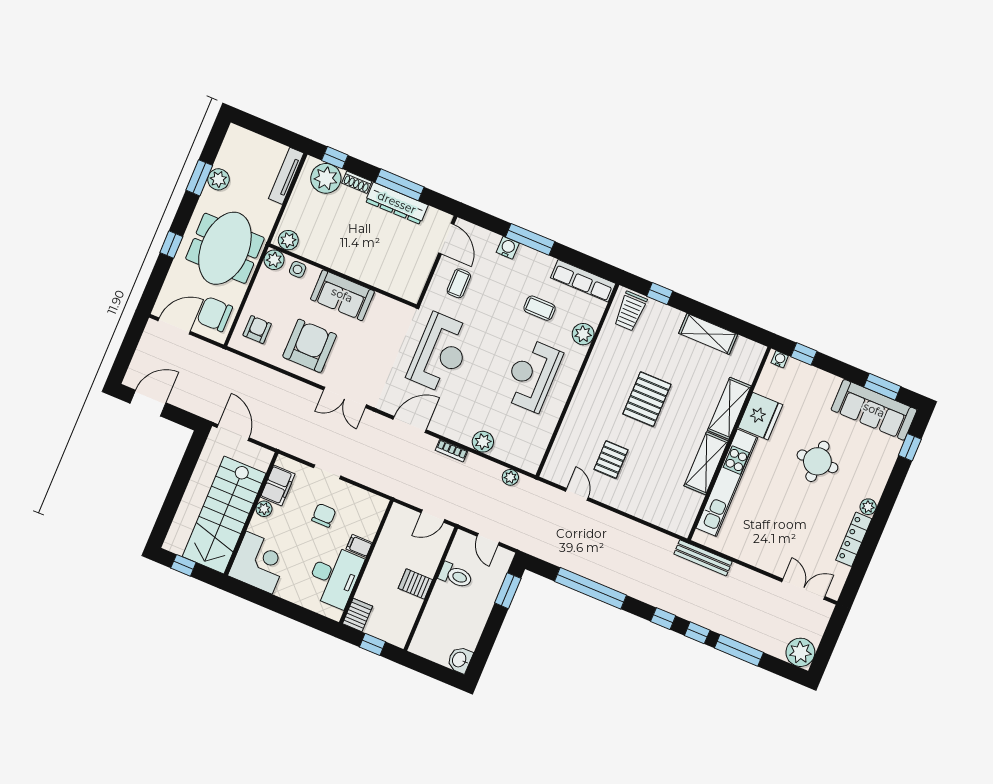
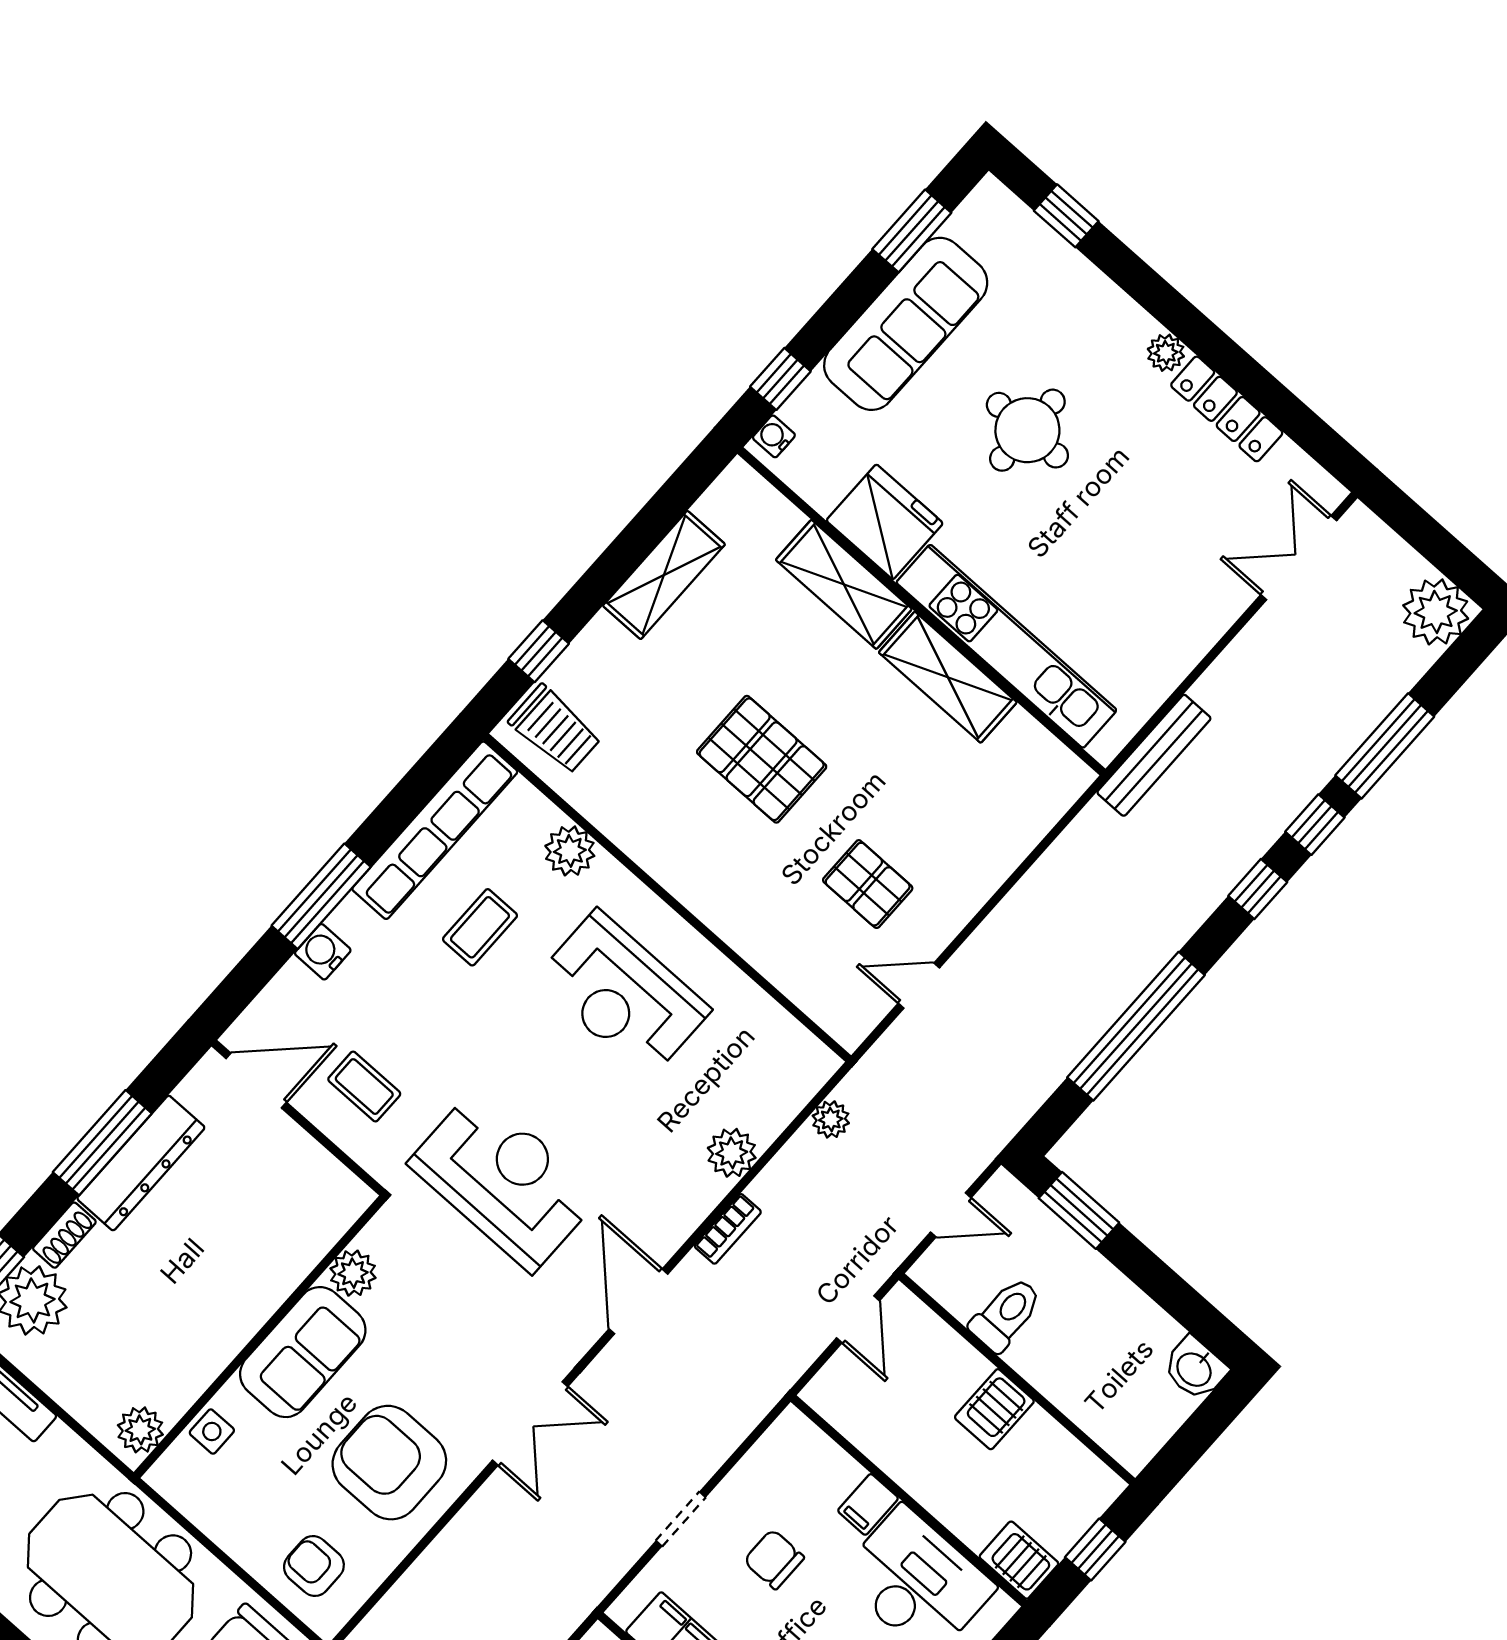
plant: (274, 260) -> (353, 1273), moved
row of seats: (583, 281) -> (435, 830), width x1.36
sofa: (874, 410) -> (906, 324), moved

